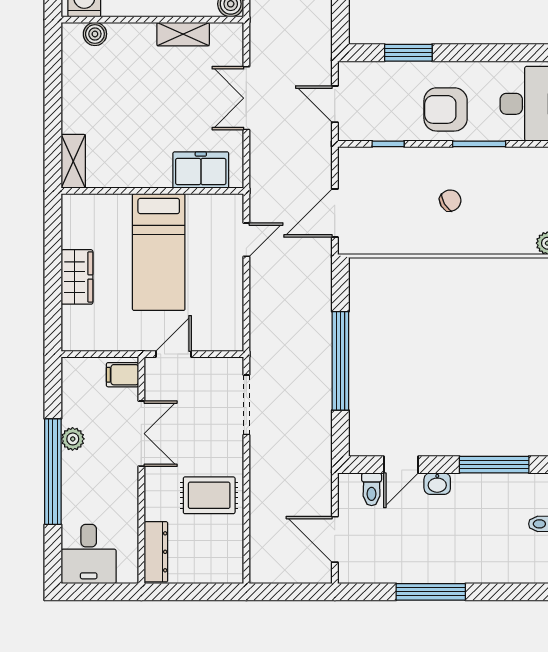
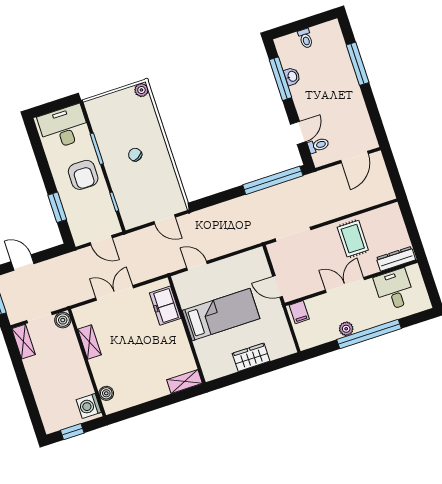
double door: (246, 98) -> (115, 293), swing flipped
door: (335, 104) -> (101, 240), hinge flipped
door: (335, 213) -> (165, 219), width x0.73
window: (340, 361) -> (273, 180), moved
double door: (141, 434) -> (345, 285), moved
door: (401, 465) -> (298, 133), hinge flipped
washbasin: (437, 484) -> (292, 76), moved
desk: (89, 554) -> (394, 290), moved, turned -90
window: (431, 592) -> (358, 64), moved

